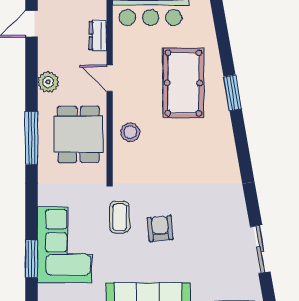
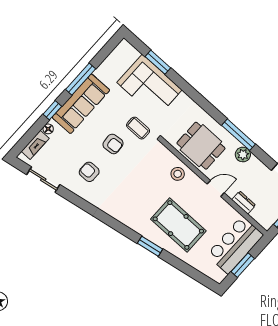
window: (31, 138) -> (238, 135), moved
armchair: (212, 227) -> (89, 172), added
sliding door: (260, 249) -> (43, 180), moved

